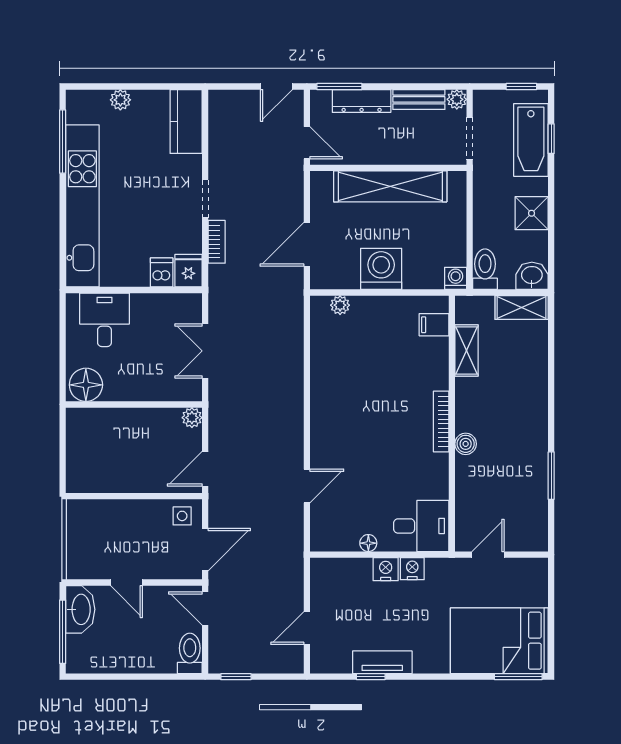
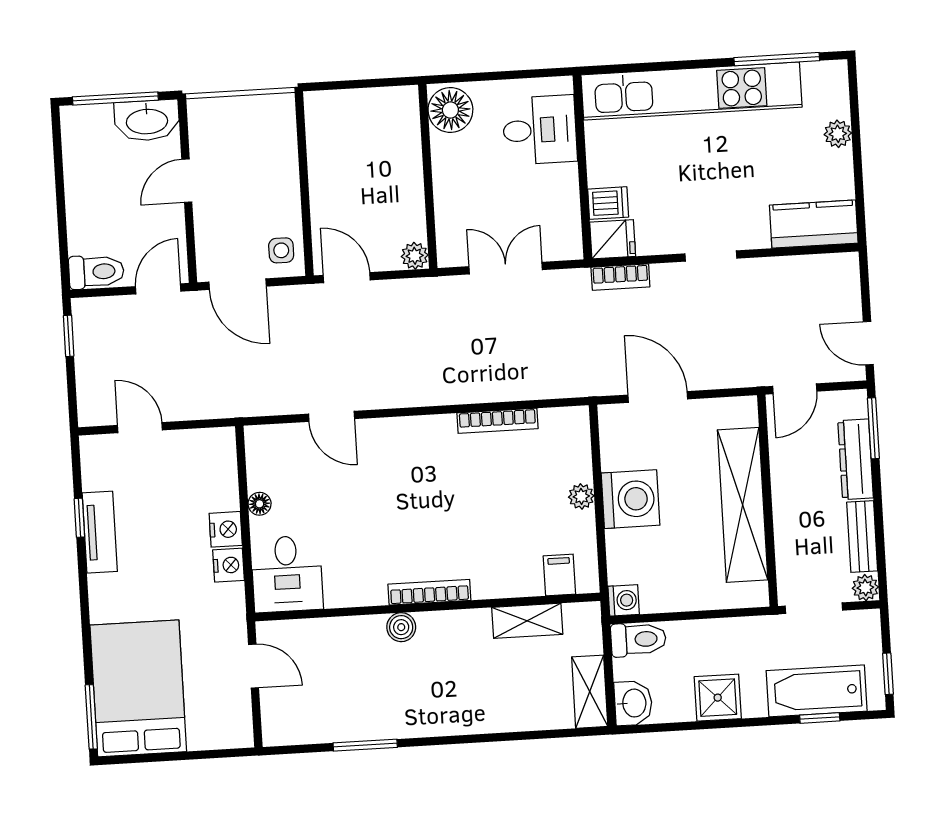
bookcase: (217, 242) -> (620, 277), moved
plant: (340, 305) -> (581, 496), moved
bookcase: (318, 364) -> (497, 421), added

